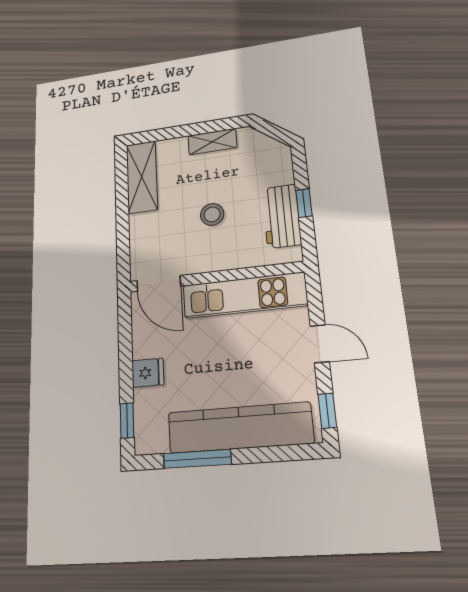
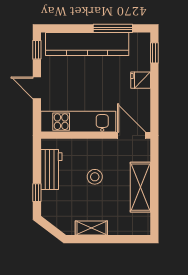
shelving: (142, 177) -> (140, 187), moved
window: (304, 203) -> (37, 193), moved

